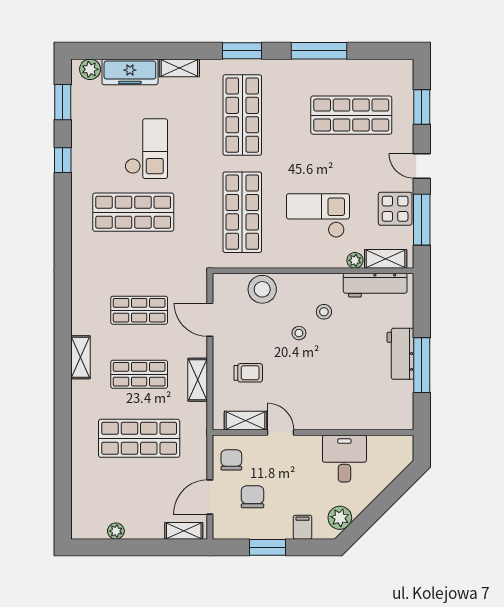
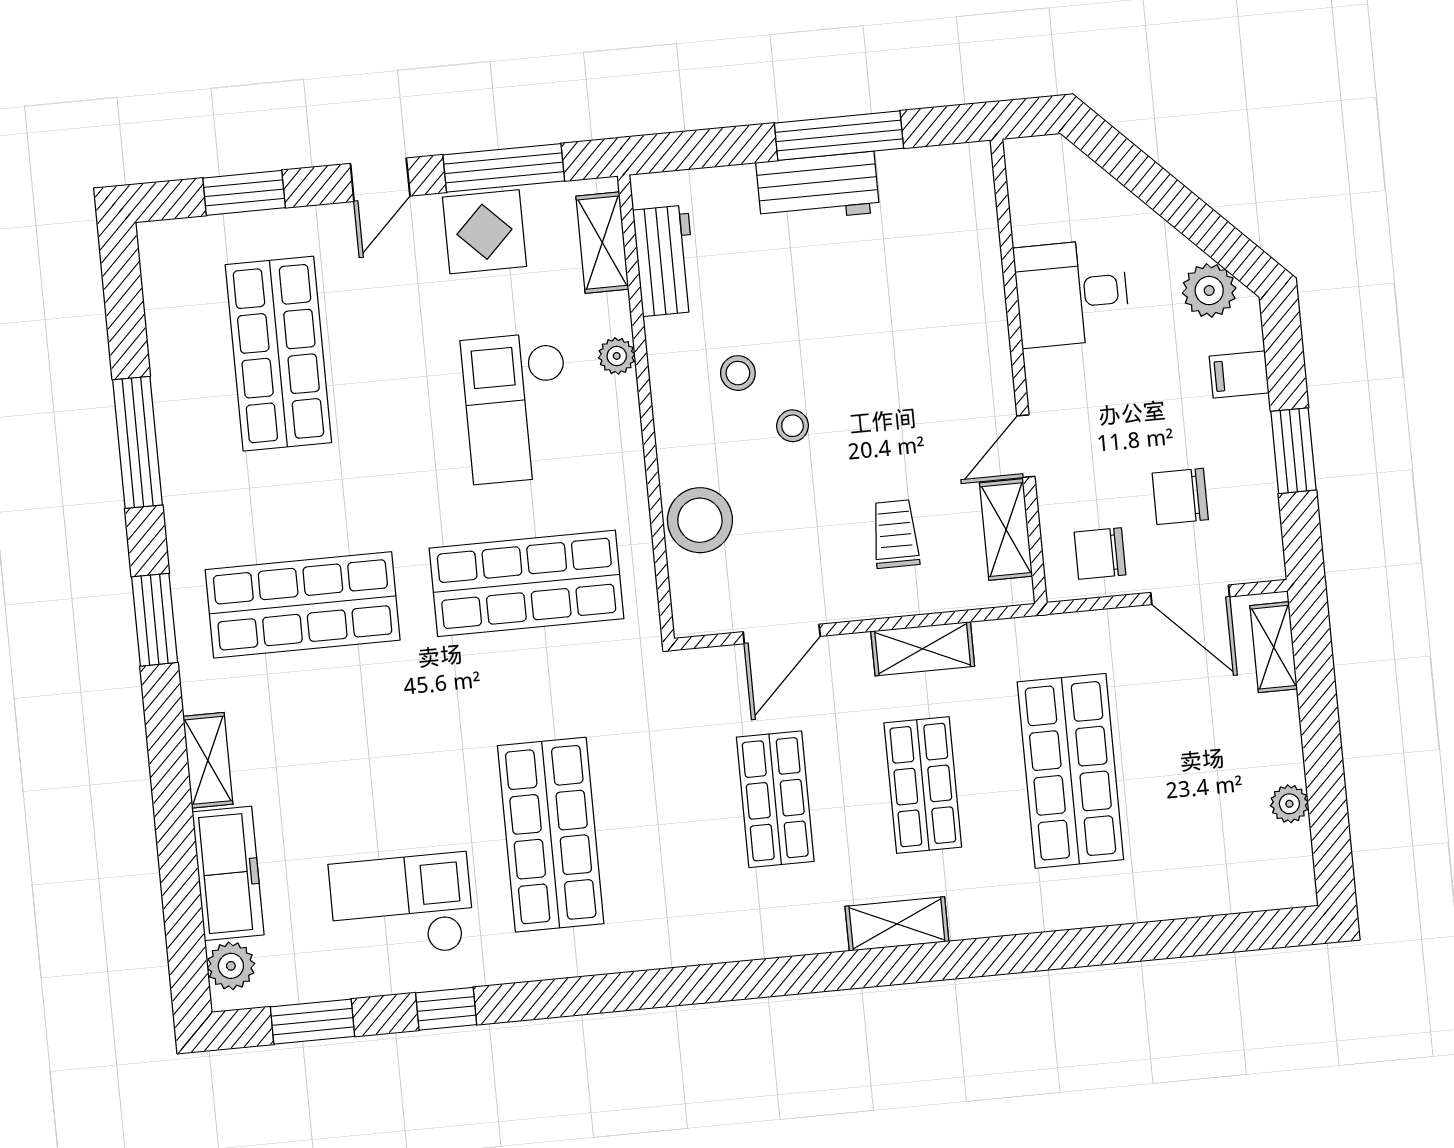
checkout: (146, 149) -> (402, 906), moved
plant: (355, 260) -> (617, 356), moved
workbench: (375, 285) -> (665, 261), width x0.73

